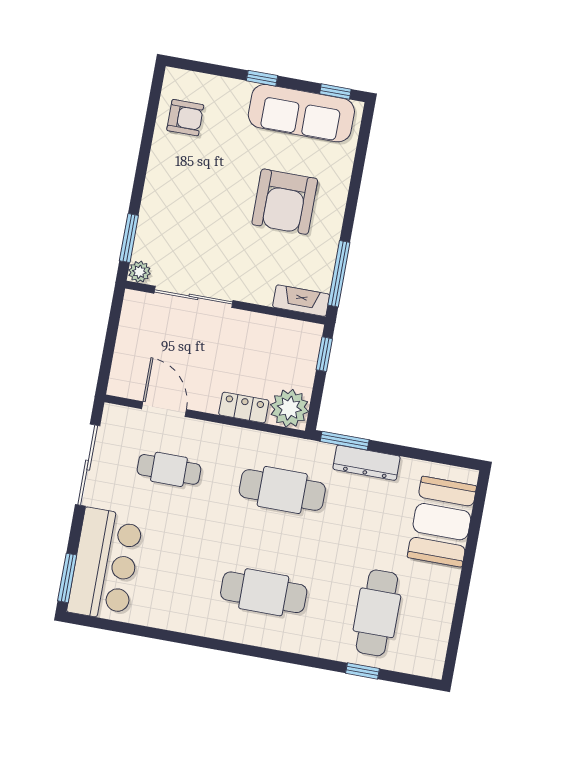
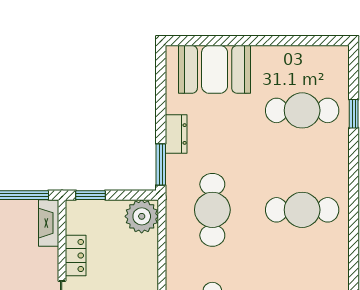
locker: (244, 408) -> (76, 255), moved, turned 180
dresser: (367, 463) -> (176, 134), width x0.70
cafe table: (264, 592) -> (302, 210), turned 90

